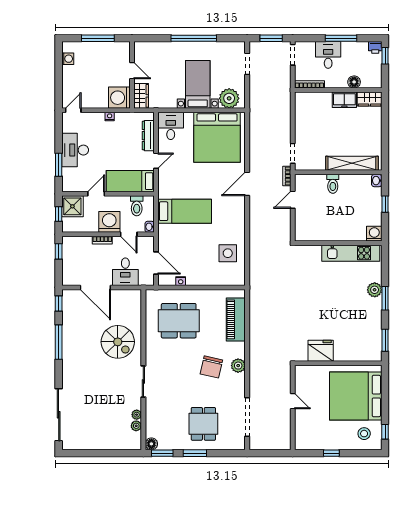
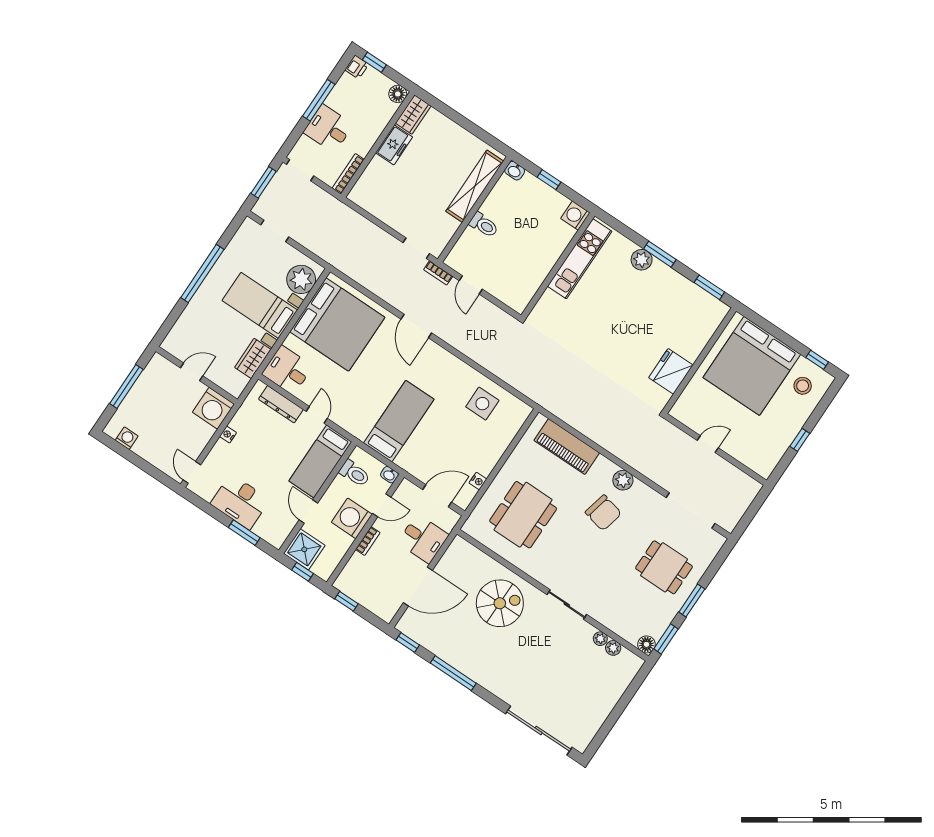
floor lamp: (354, 82) -> (398, 94), moved
wardrobe: (141, 96) -> (253, 358), moved, turned -90

